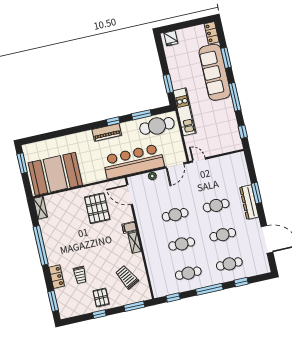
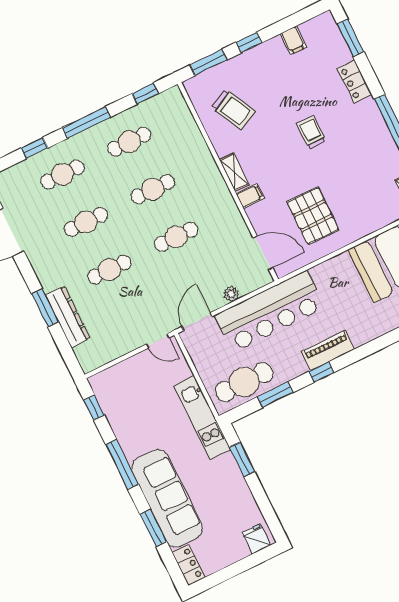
dresser: (249, 202) -> (68, 317), moved
trolley: (80, 275) -> (311, 132), moved
pallet: (101, 297) -> (269, 64), removed
filing cabinet: (85, 307) -> (293, 40), added
window: (99, 314) -> (249, 42), moved

